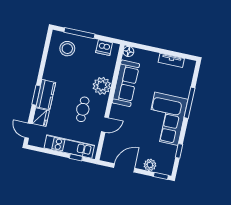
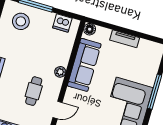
tv unit: (171, 60) -> (125, 39), moved
plant: (102, 86) -> (60, 72), width x0.53, depth x0.53

